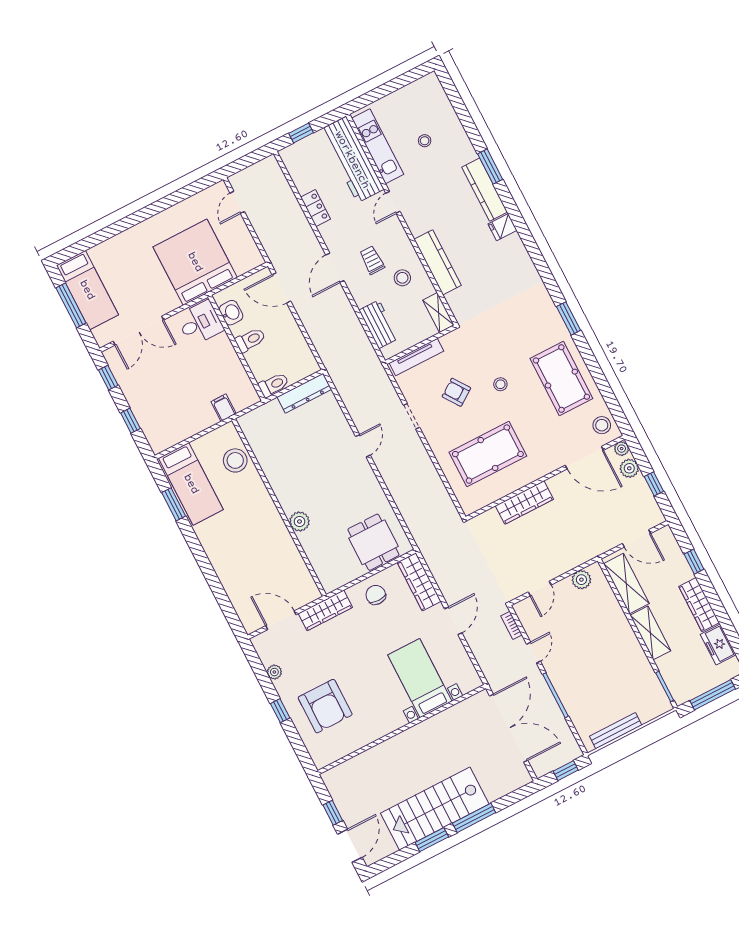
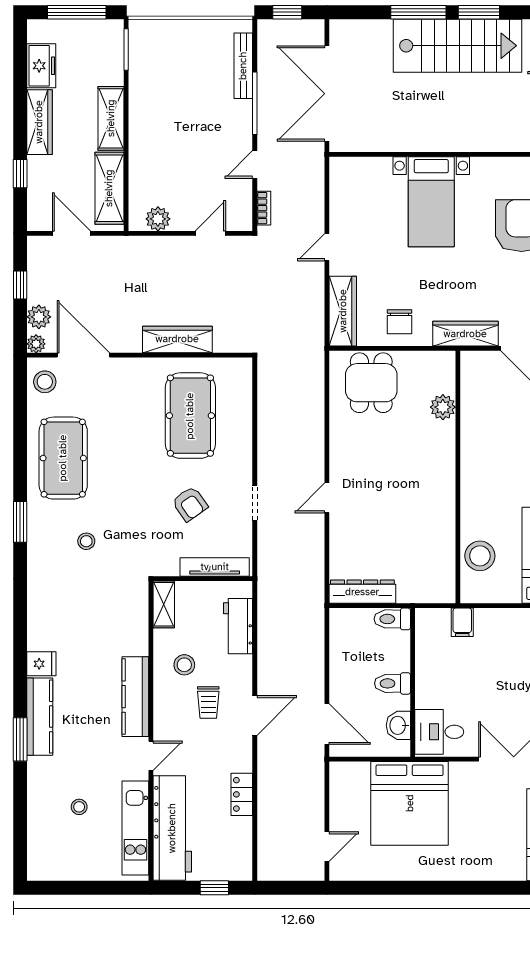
kitchen counter: (438, 262) -> (135, 697), moved
stool: (500, 384) -> (86, 541), moved
pool table: (488, 454) -> (190, 416), turned 90
plant: (300, 522) -> (443, 407), moved
door: (453, 621) -> (327, 247), width x0.73
bed with nightstands: (420, 678) -> (431, 202), moved
bench: (616, 731) -> (243, 66), moved, turned 90

